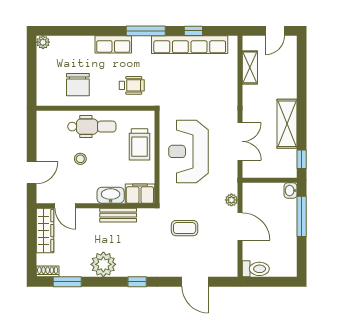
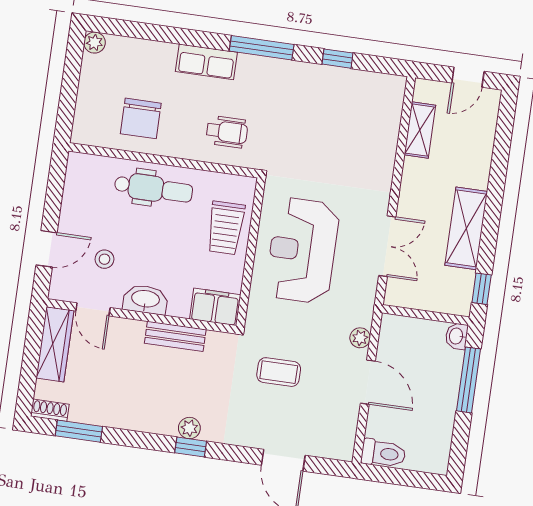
row of seats: (190, 45) -> (329, 80), removed
stool: (80, 159) -> (104, 259), moved
washbasin: (111, 195) -> (145, 299), moved
plant: (103, 264) -> (189, 428), moved, width x0.53, depth x0.53

